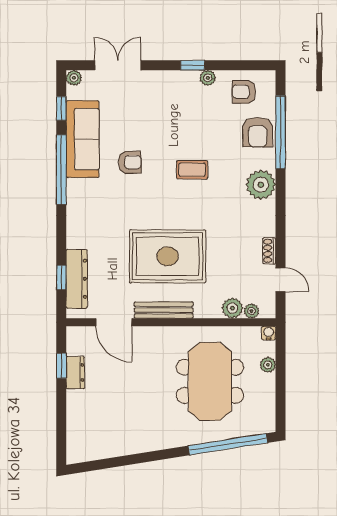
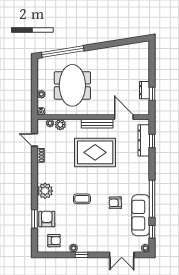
window: (280, 132) -> (35, 219), width x0.47

